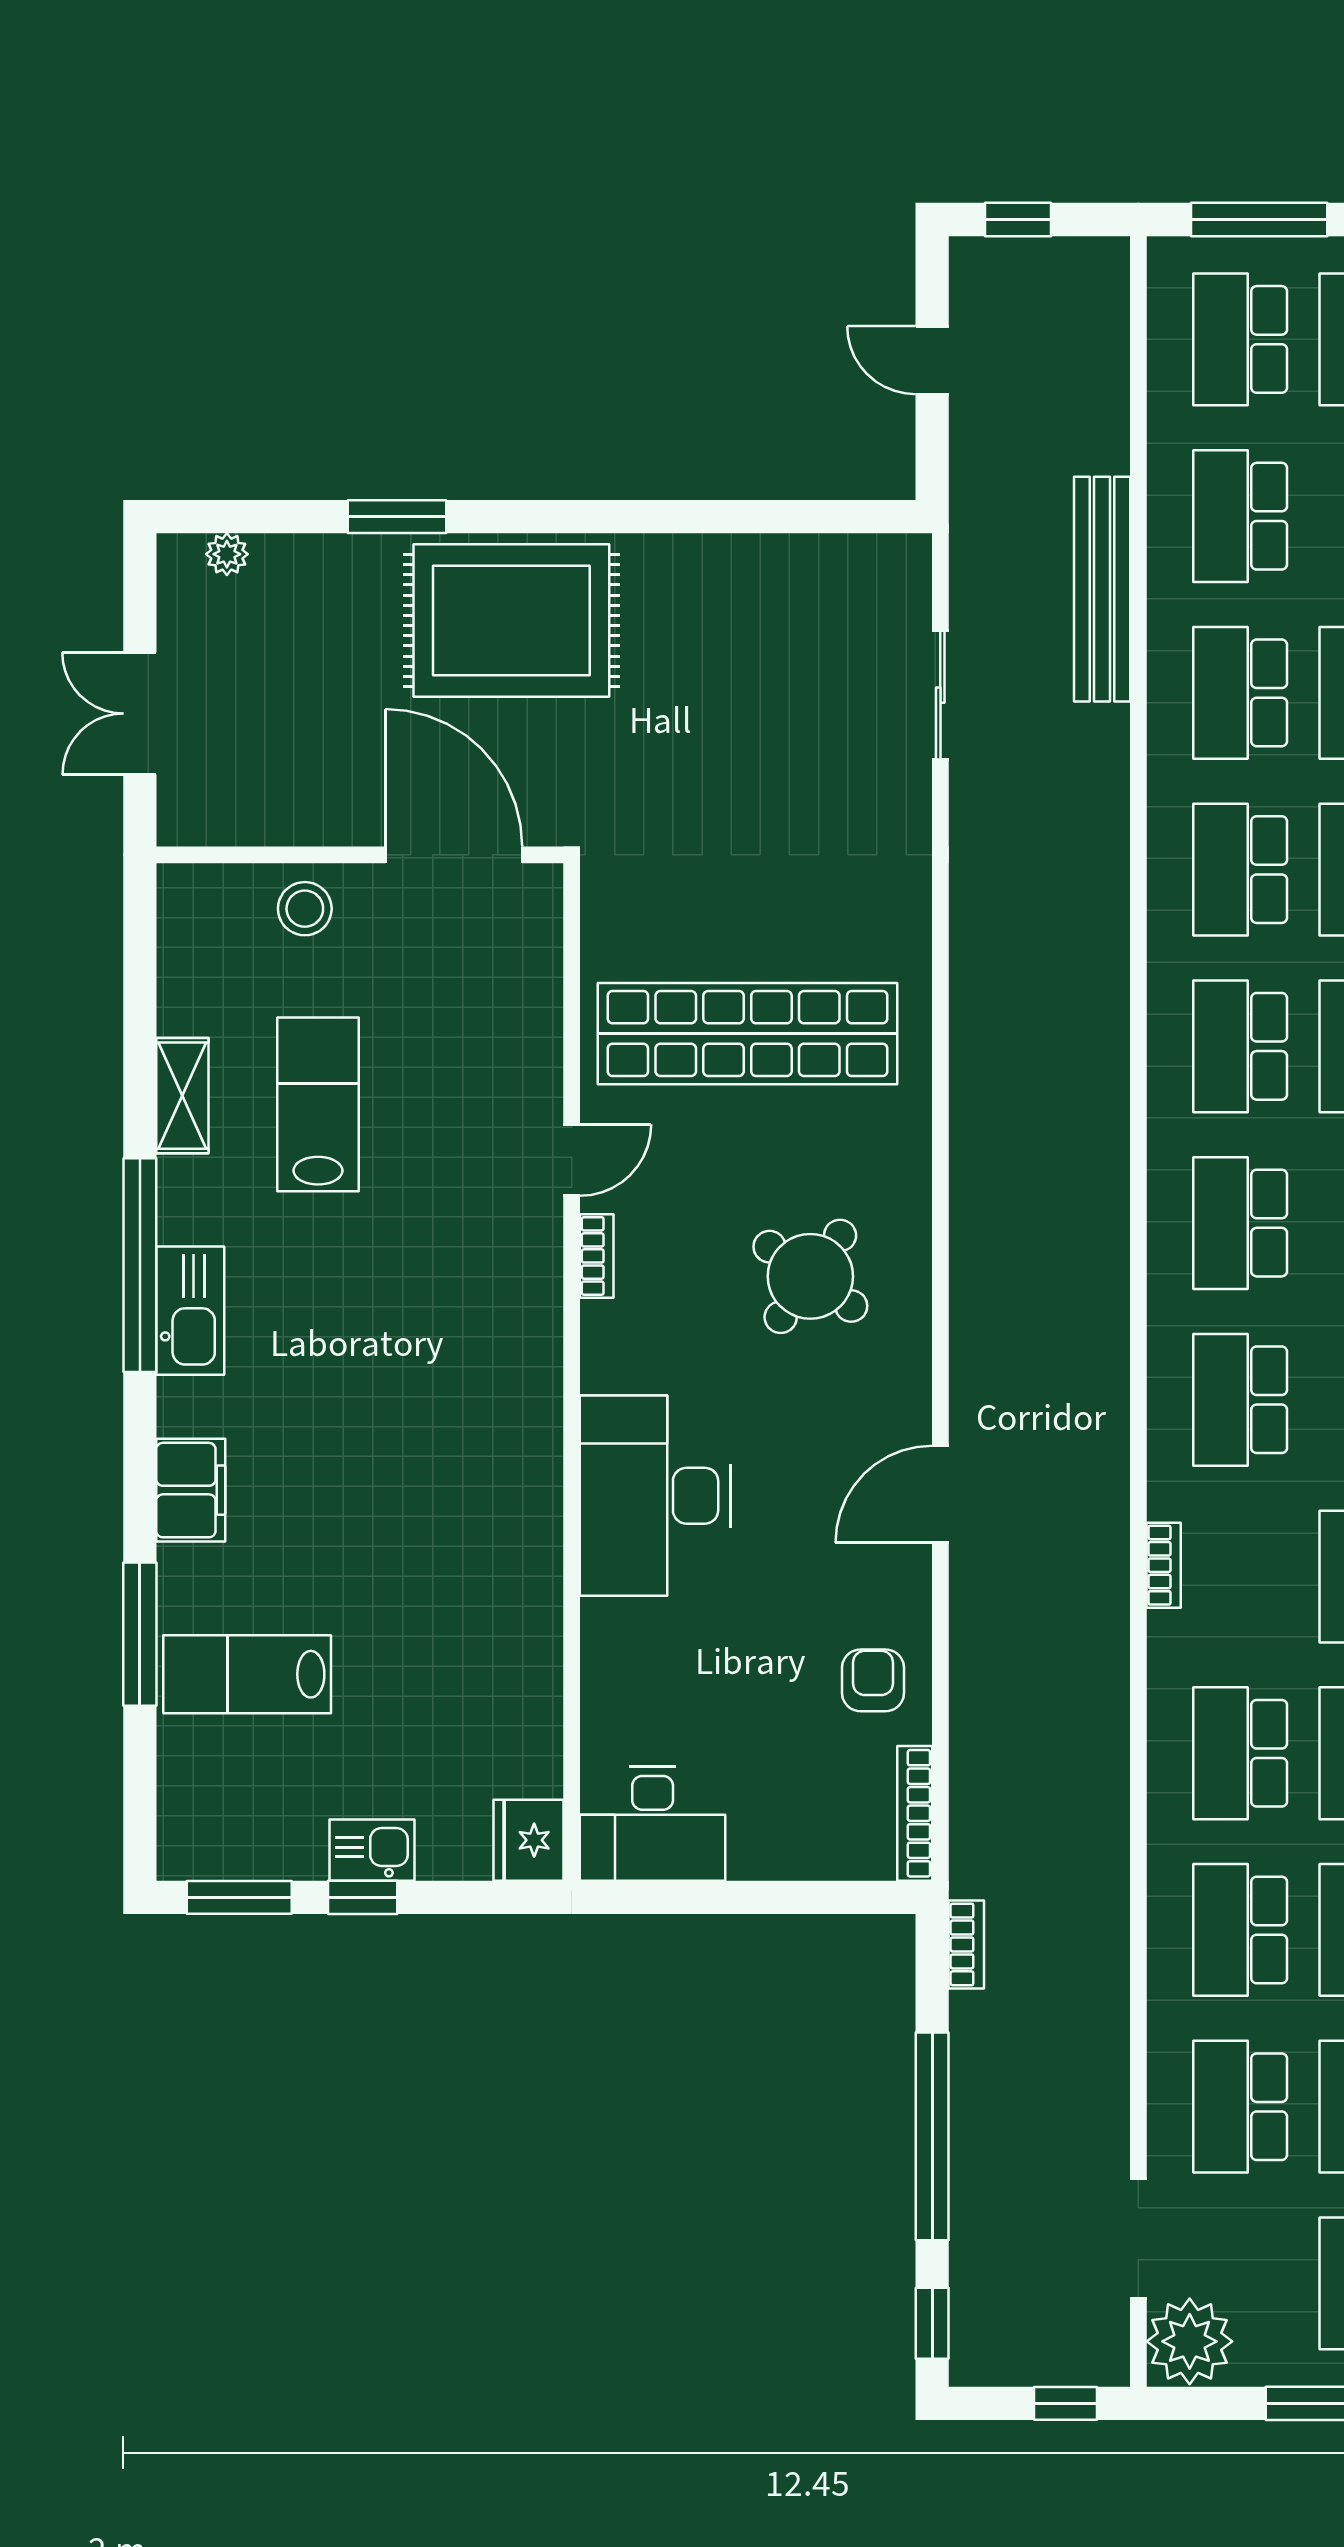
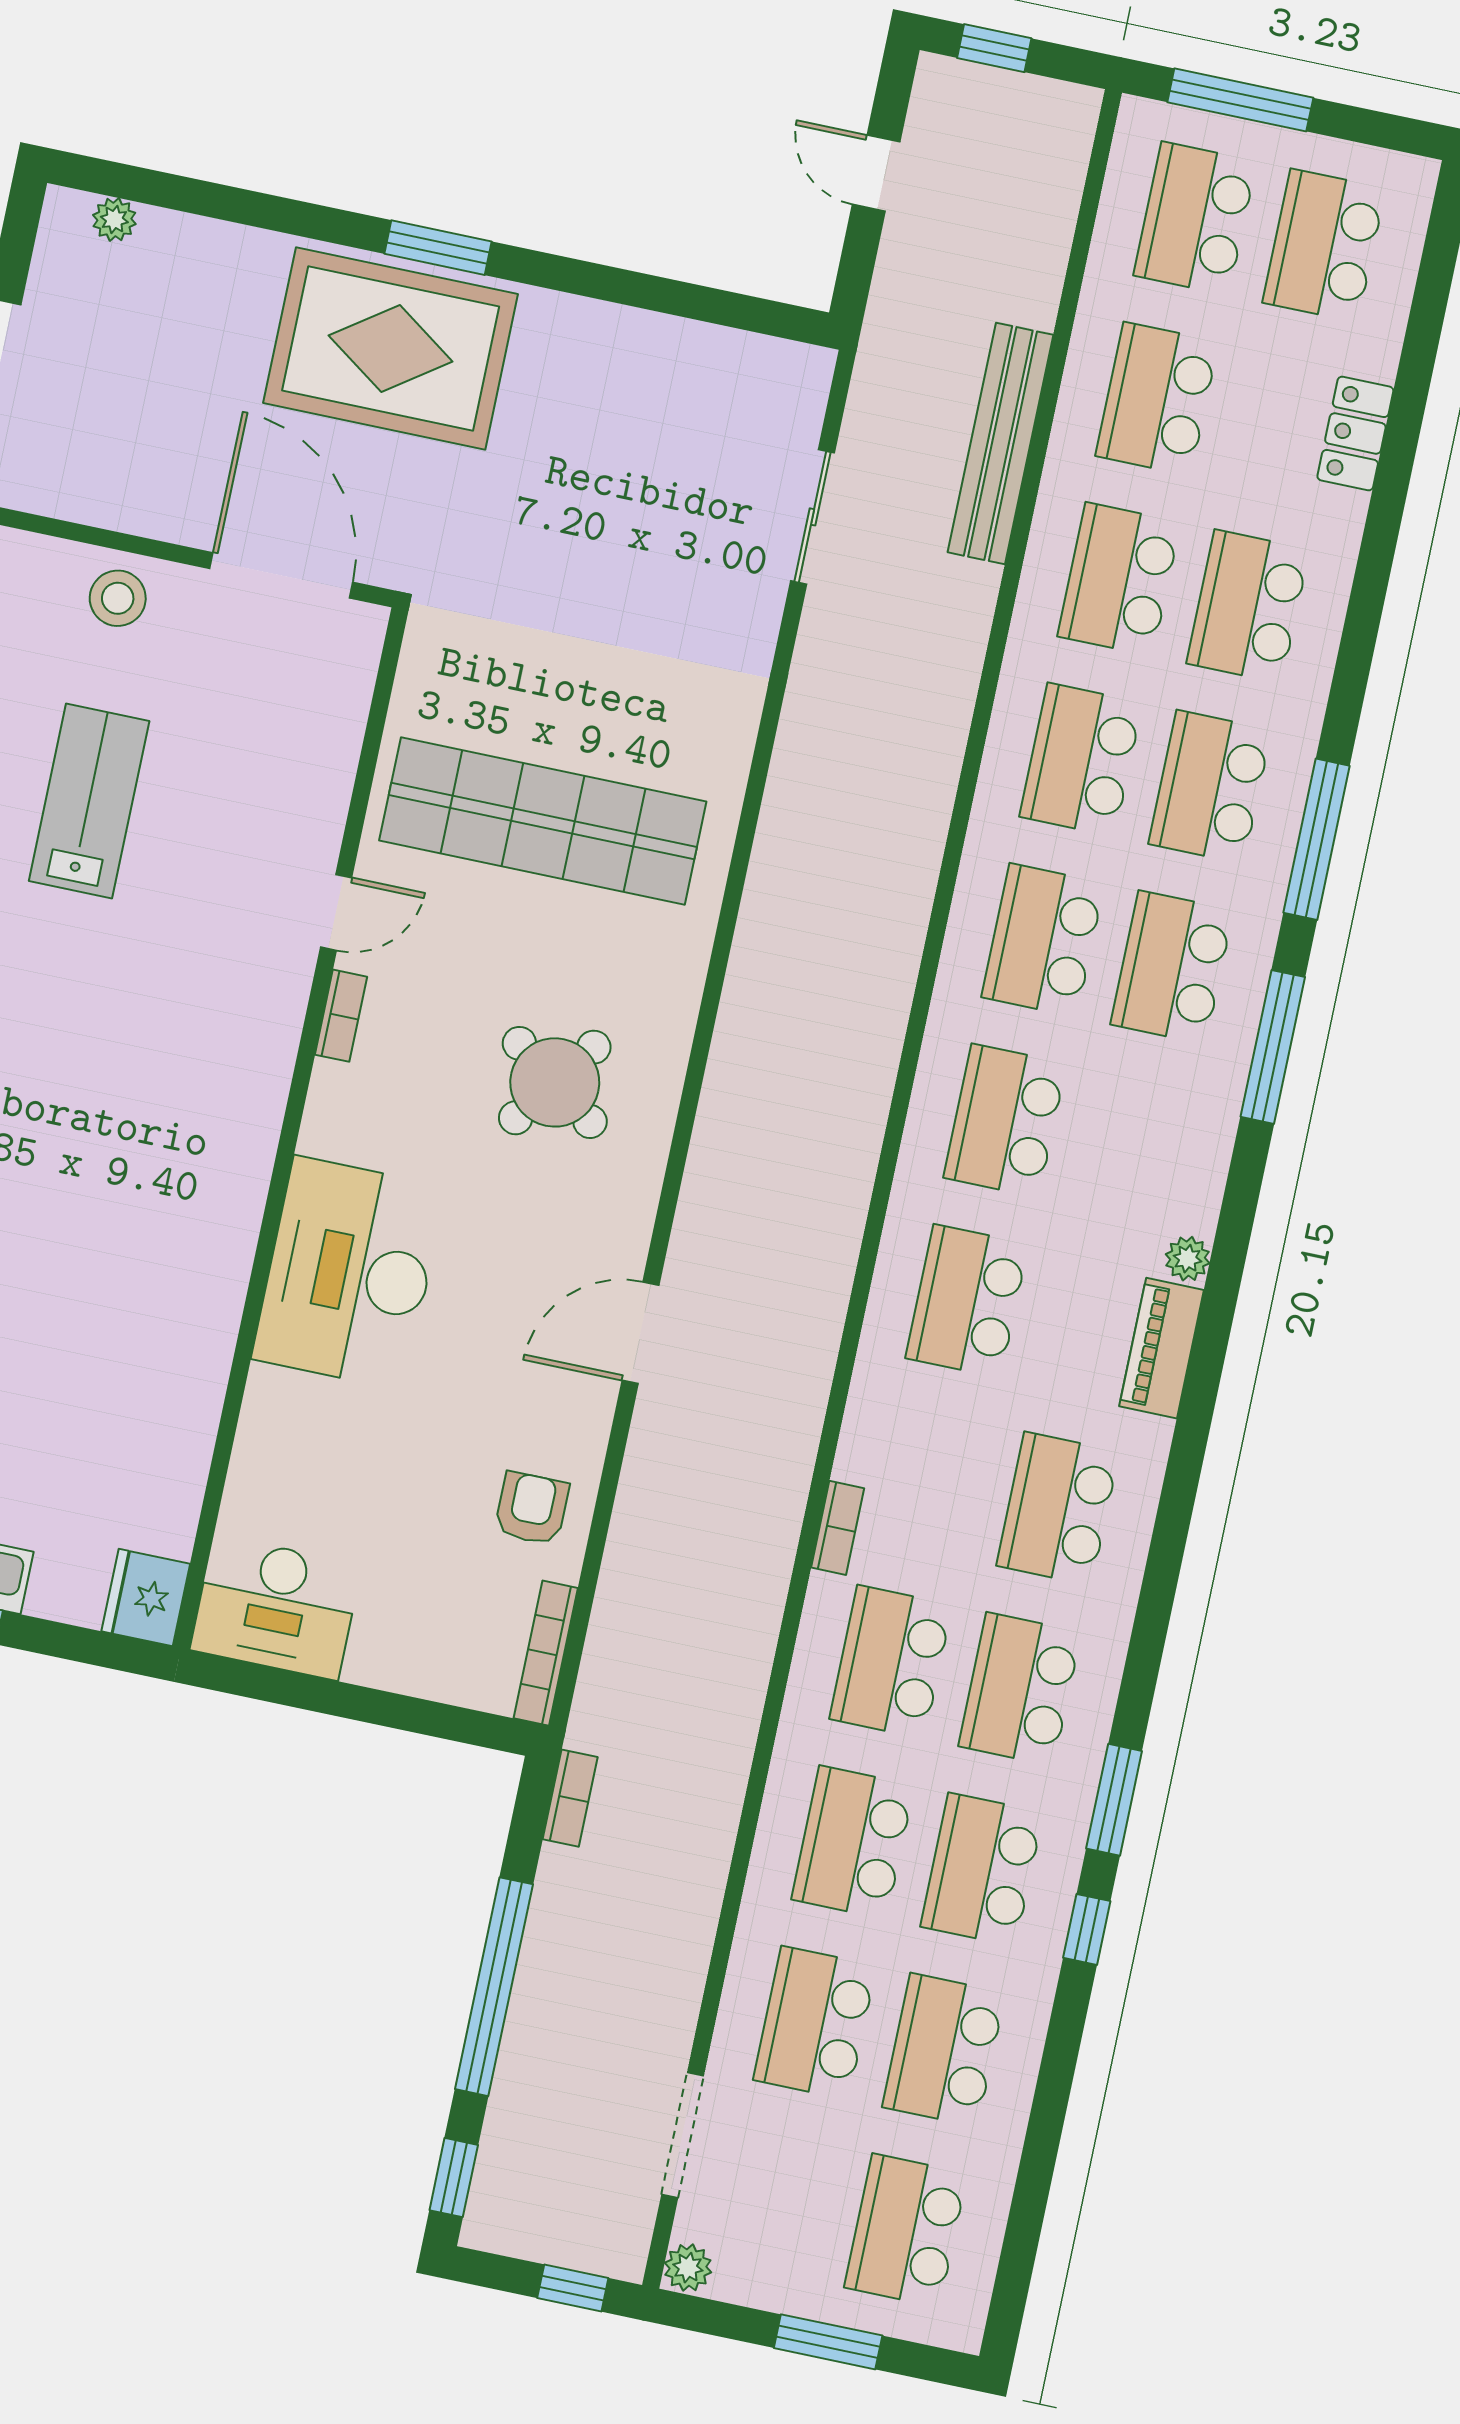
window: (397, 517) -> (438, 248), moved
bookcase: (1164, 1565) -> (838, 1528), moved
plant: (1190, 2341) -> (688, 2268), width x0.53, depth x0.53

